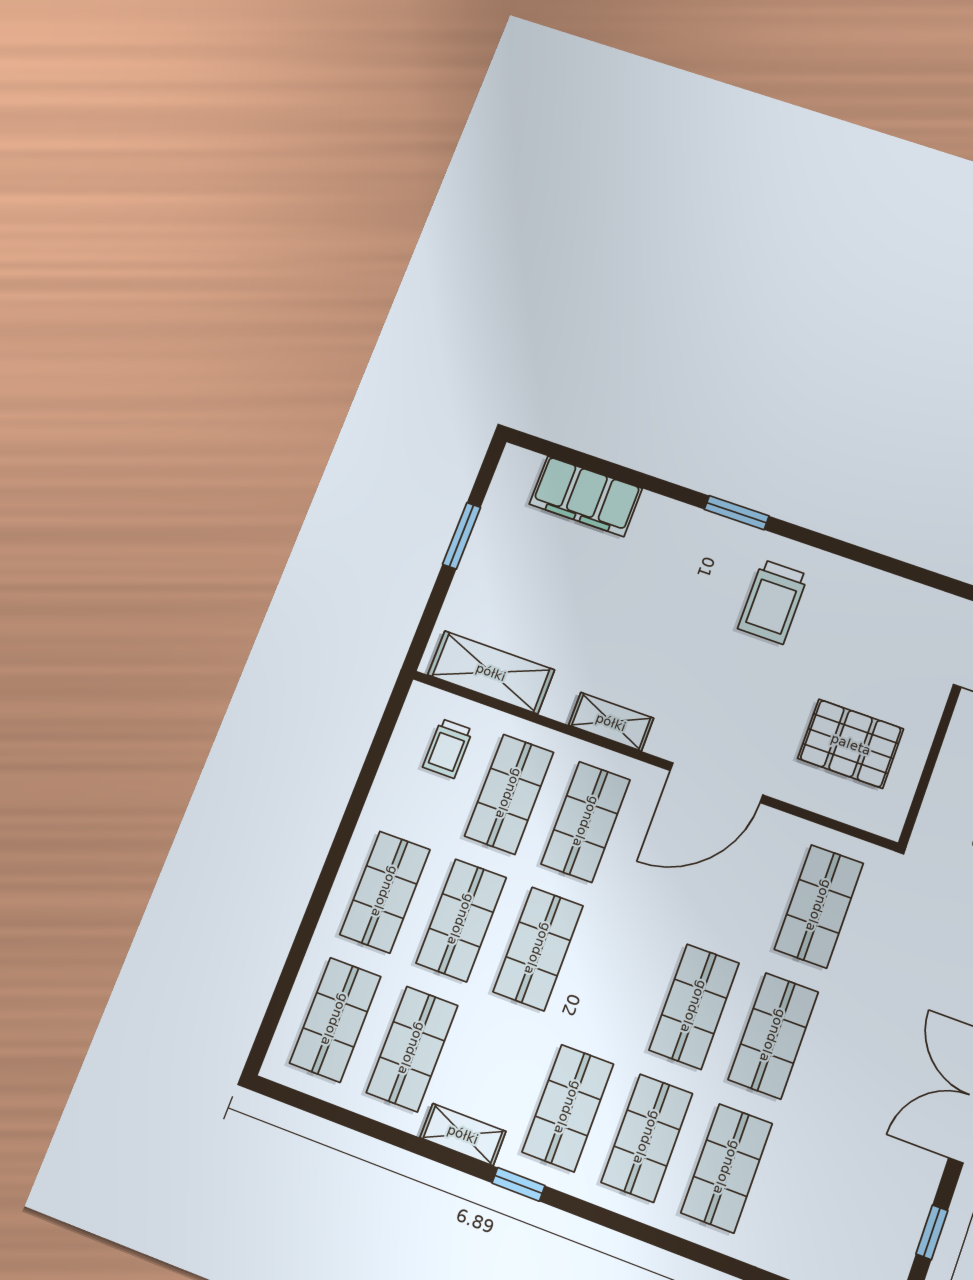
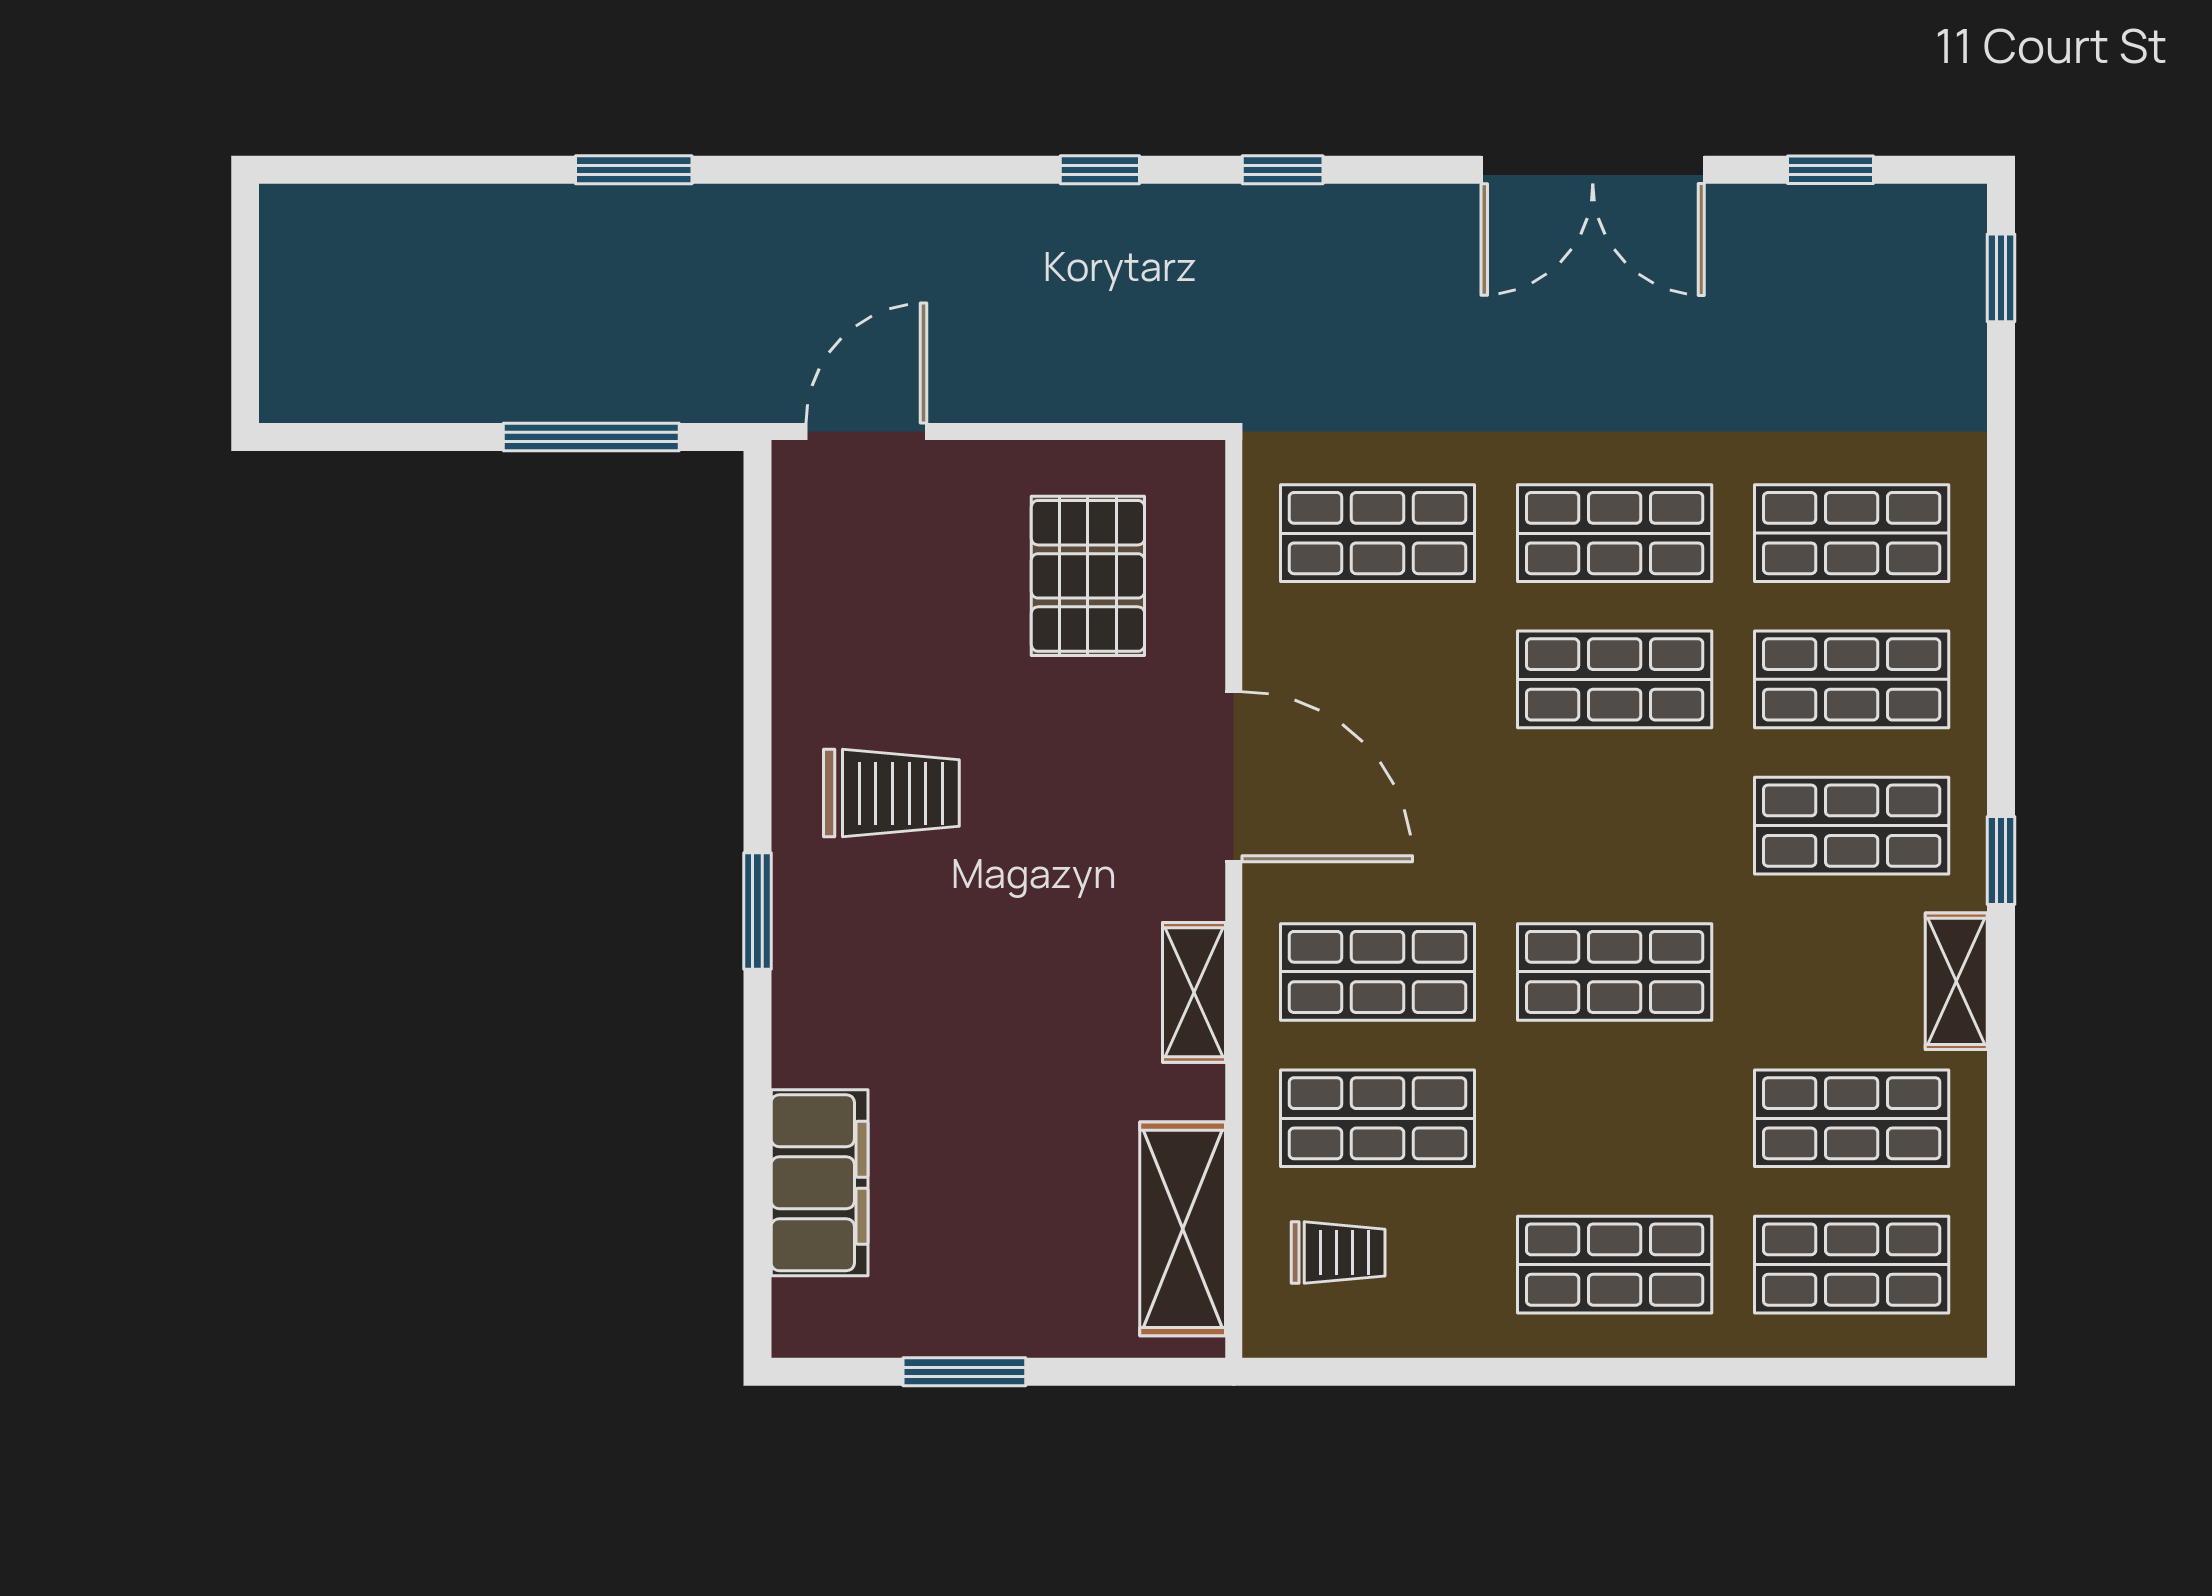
shop shelf: (461, 920) -> (1615, 1118), removed

